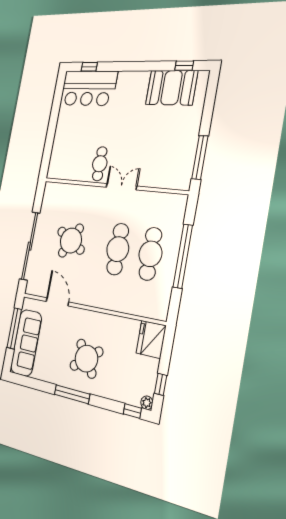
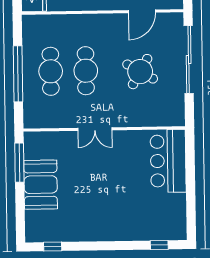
bar counter: (88, 88) -> (168, 161), moved, turned -90
booth: (171, 88) -> (41, 185), moved, turned 90
cafe table: (100, 164) -> (124, 149), removed
door: (57, 302) -> (142, 11), hinge flipped

